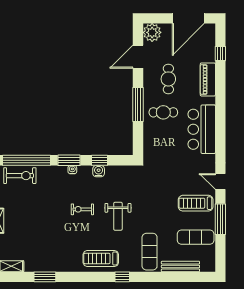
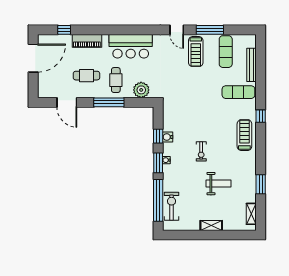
door: (188, 18) -> (33, 58), hinge flipped
plant: (152, 32) -> (141, 90), moved
door: (220, 182) -> (177, 30), hinge flipped
weight bench: (118, 216) -> (218, 184), moved
treadmill: (101, 258) -> (244, 135), turned 180

